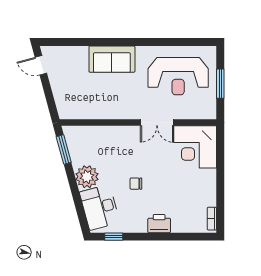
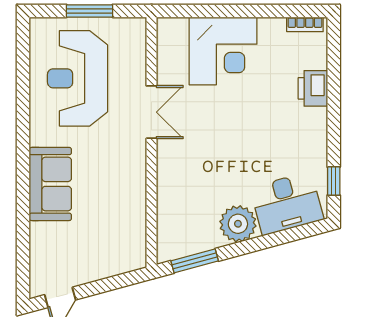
reception desk: (178, 76) -> (78, 78), turned 180
corner desk: (195, 147) -> (223, 51), moved
chair: (136, 184) -> (249, 146), removed
printer: (159, 224) -> (313, 88), moved

